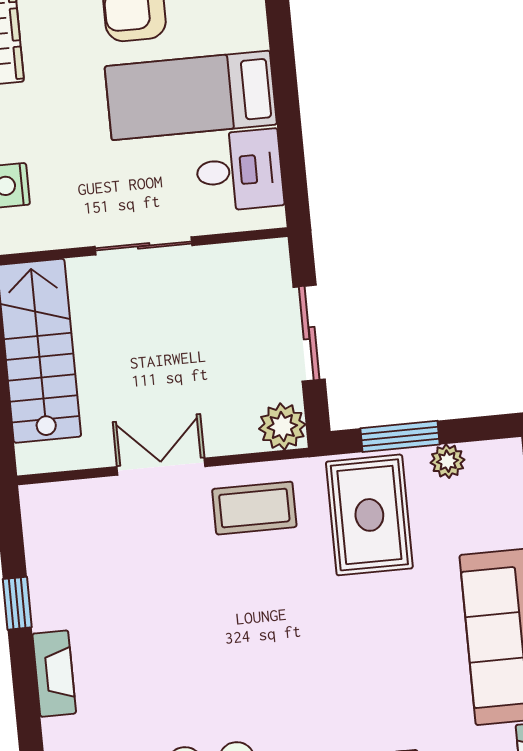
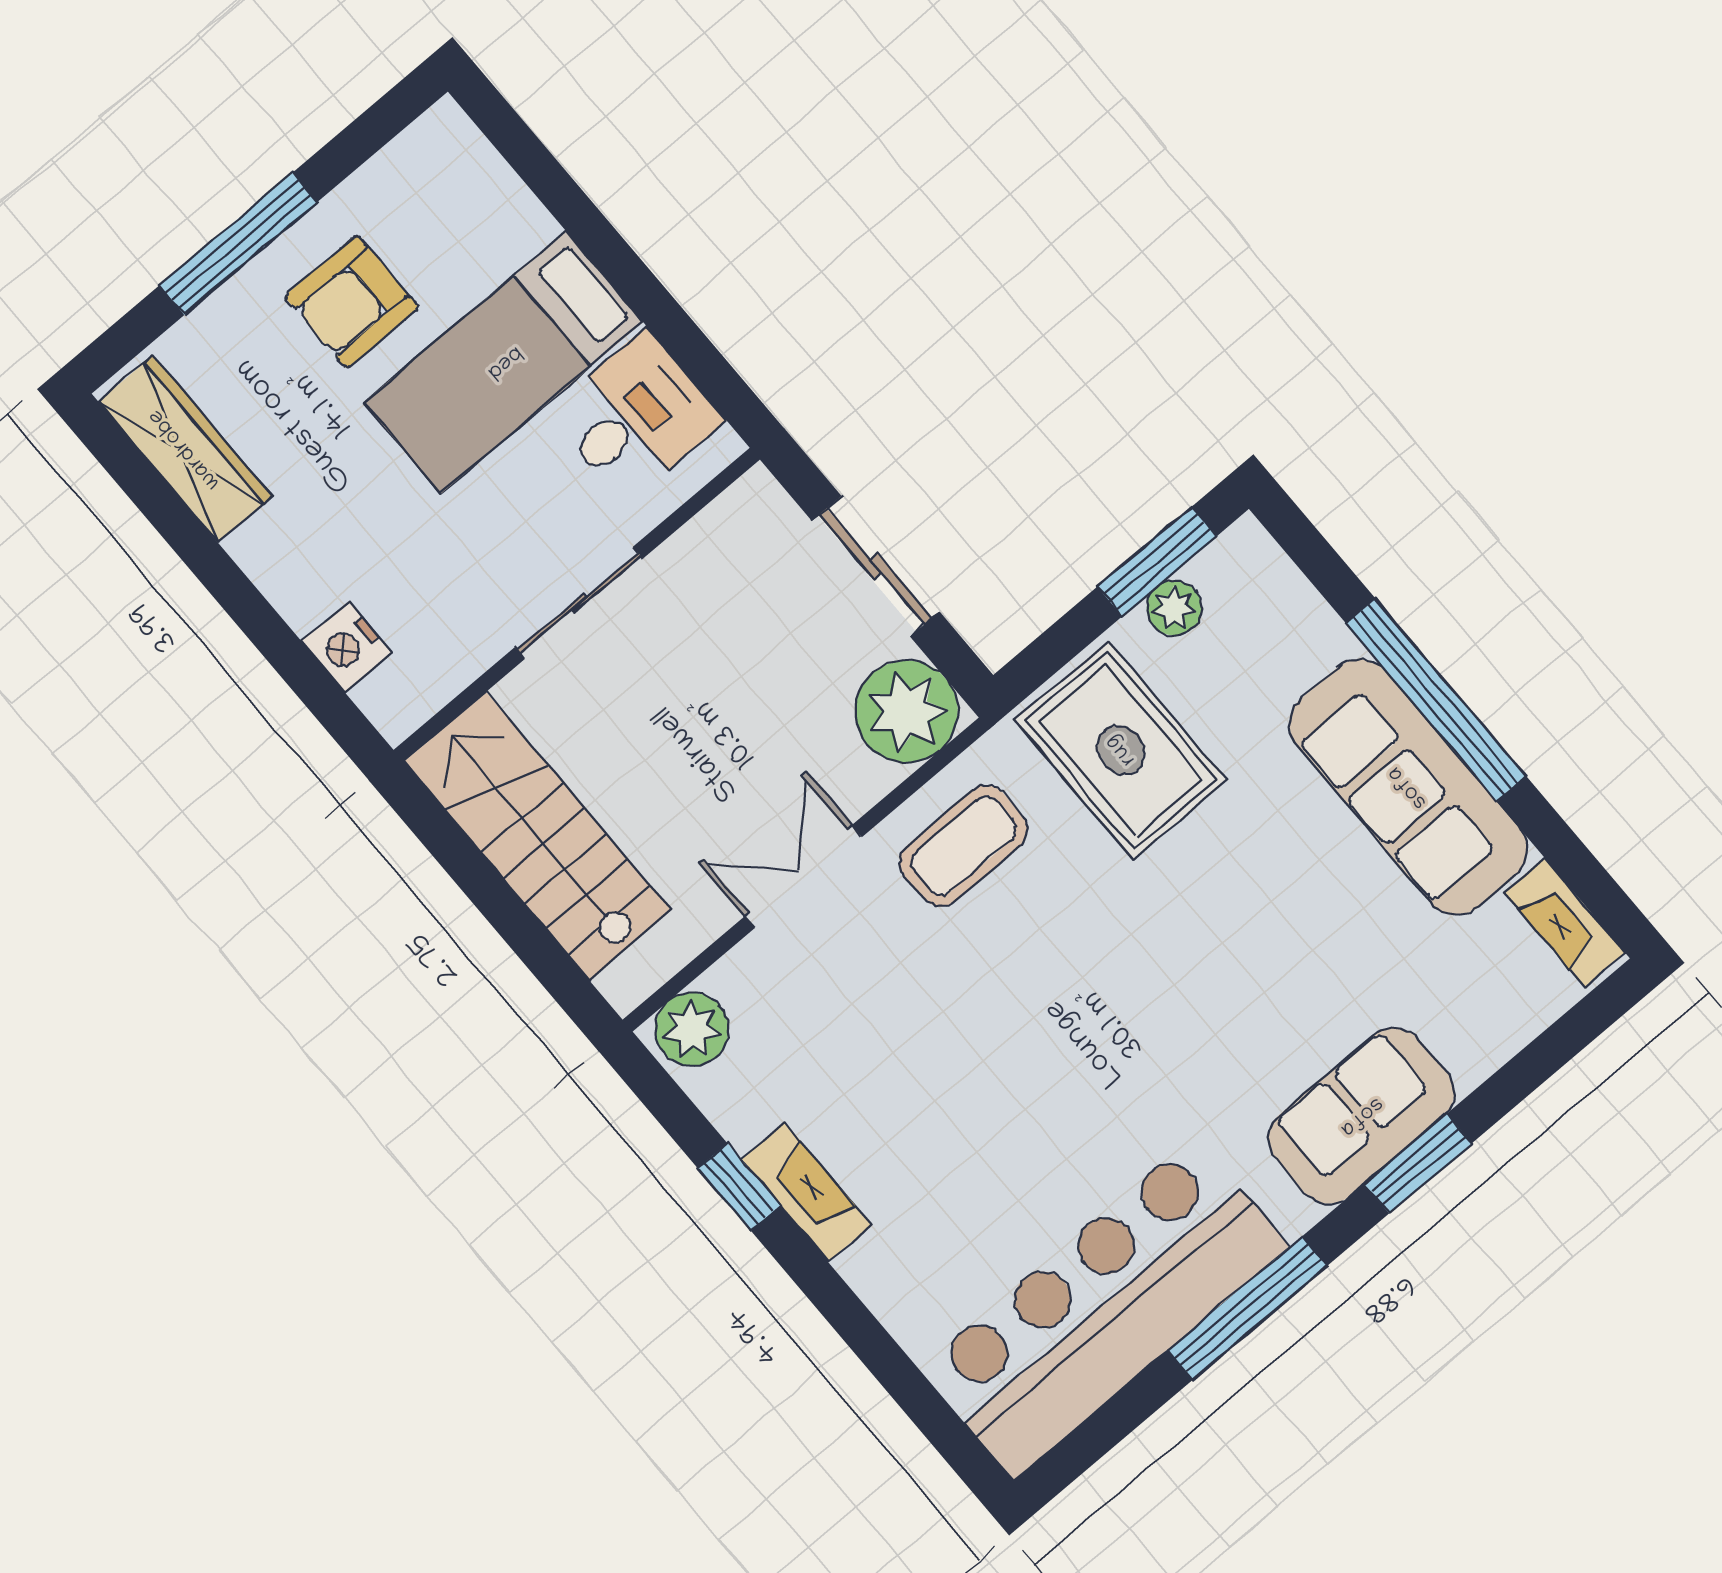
plant: (282, 427) -> (907, 712), width x1.36, depth x1.36
window: (400, 436) -> (1157, 561), moved
plant: (49, 505) -> (692, 1029), added
fireplace: (54, 674) -> (806, 1192), moved

